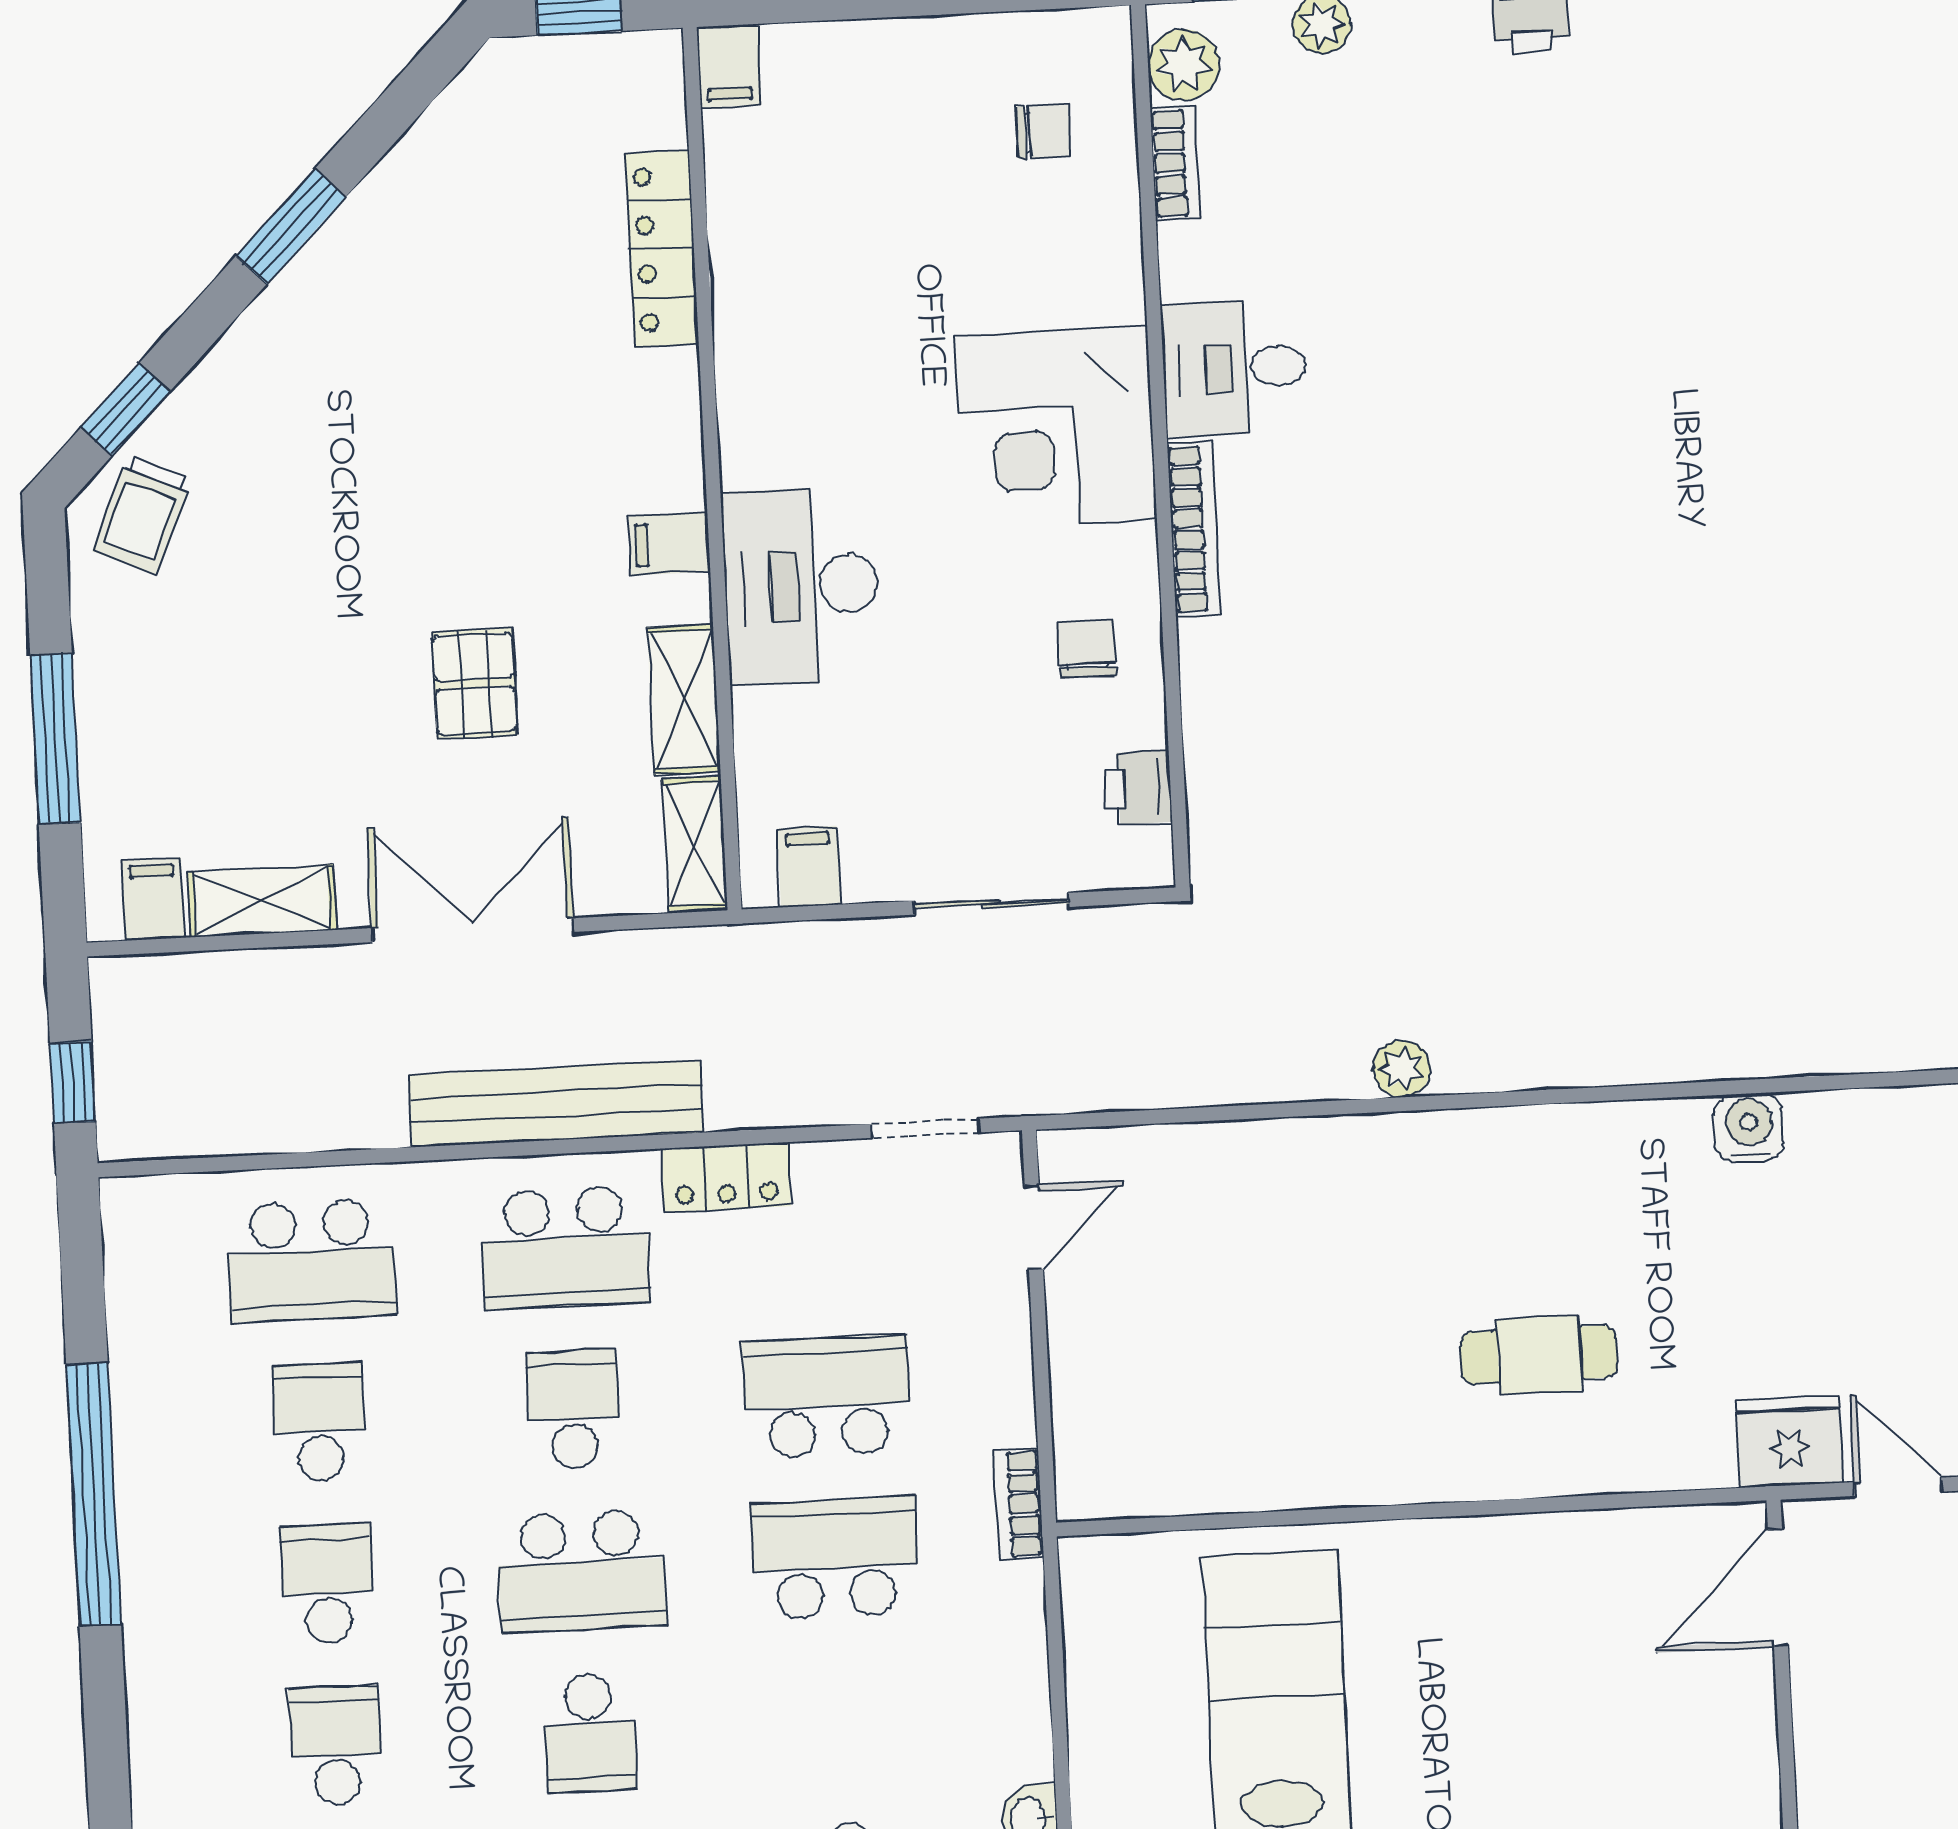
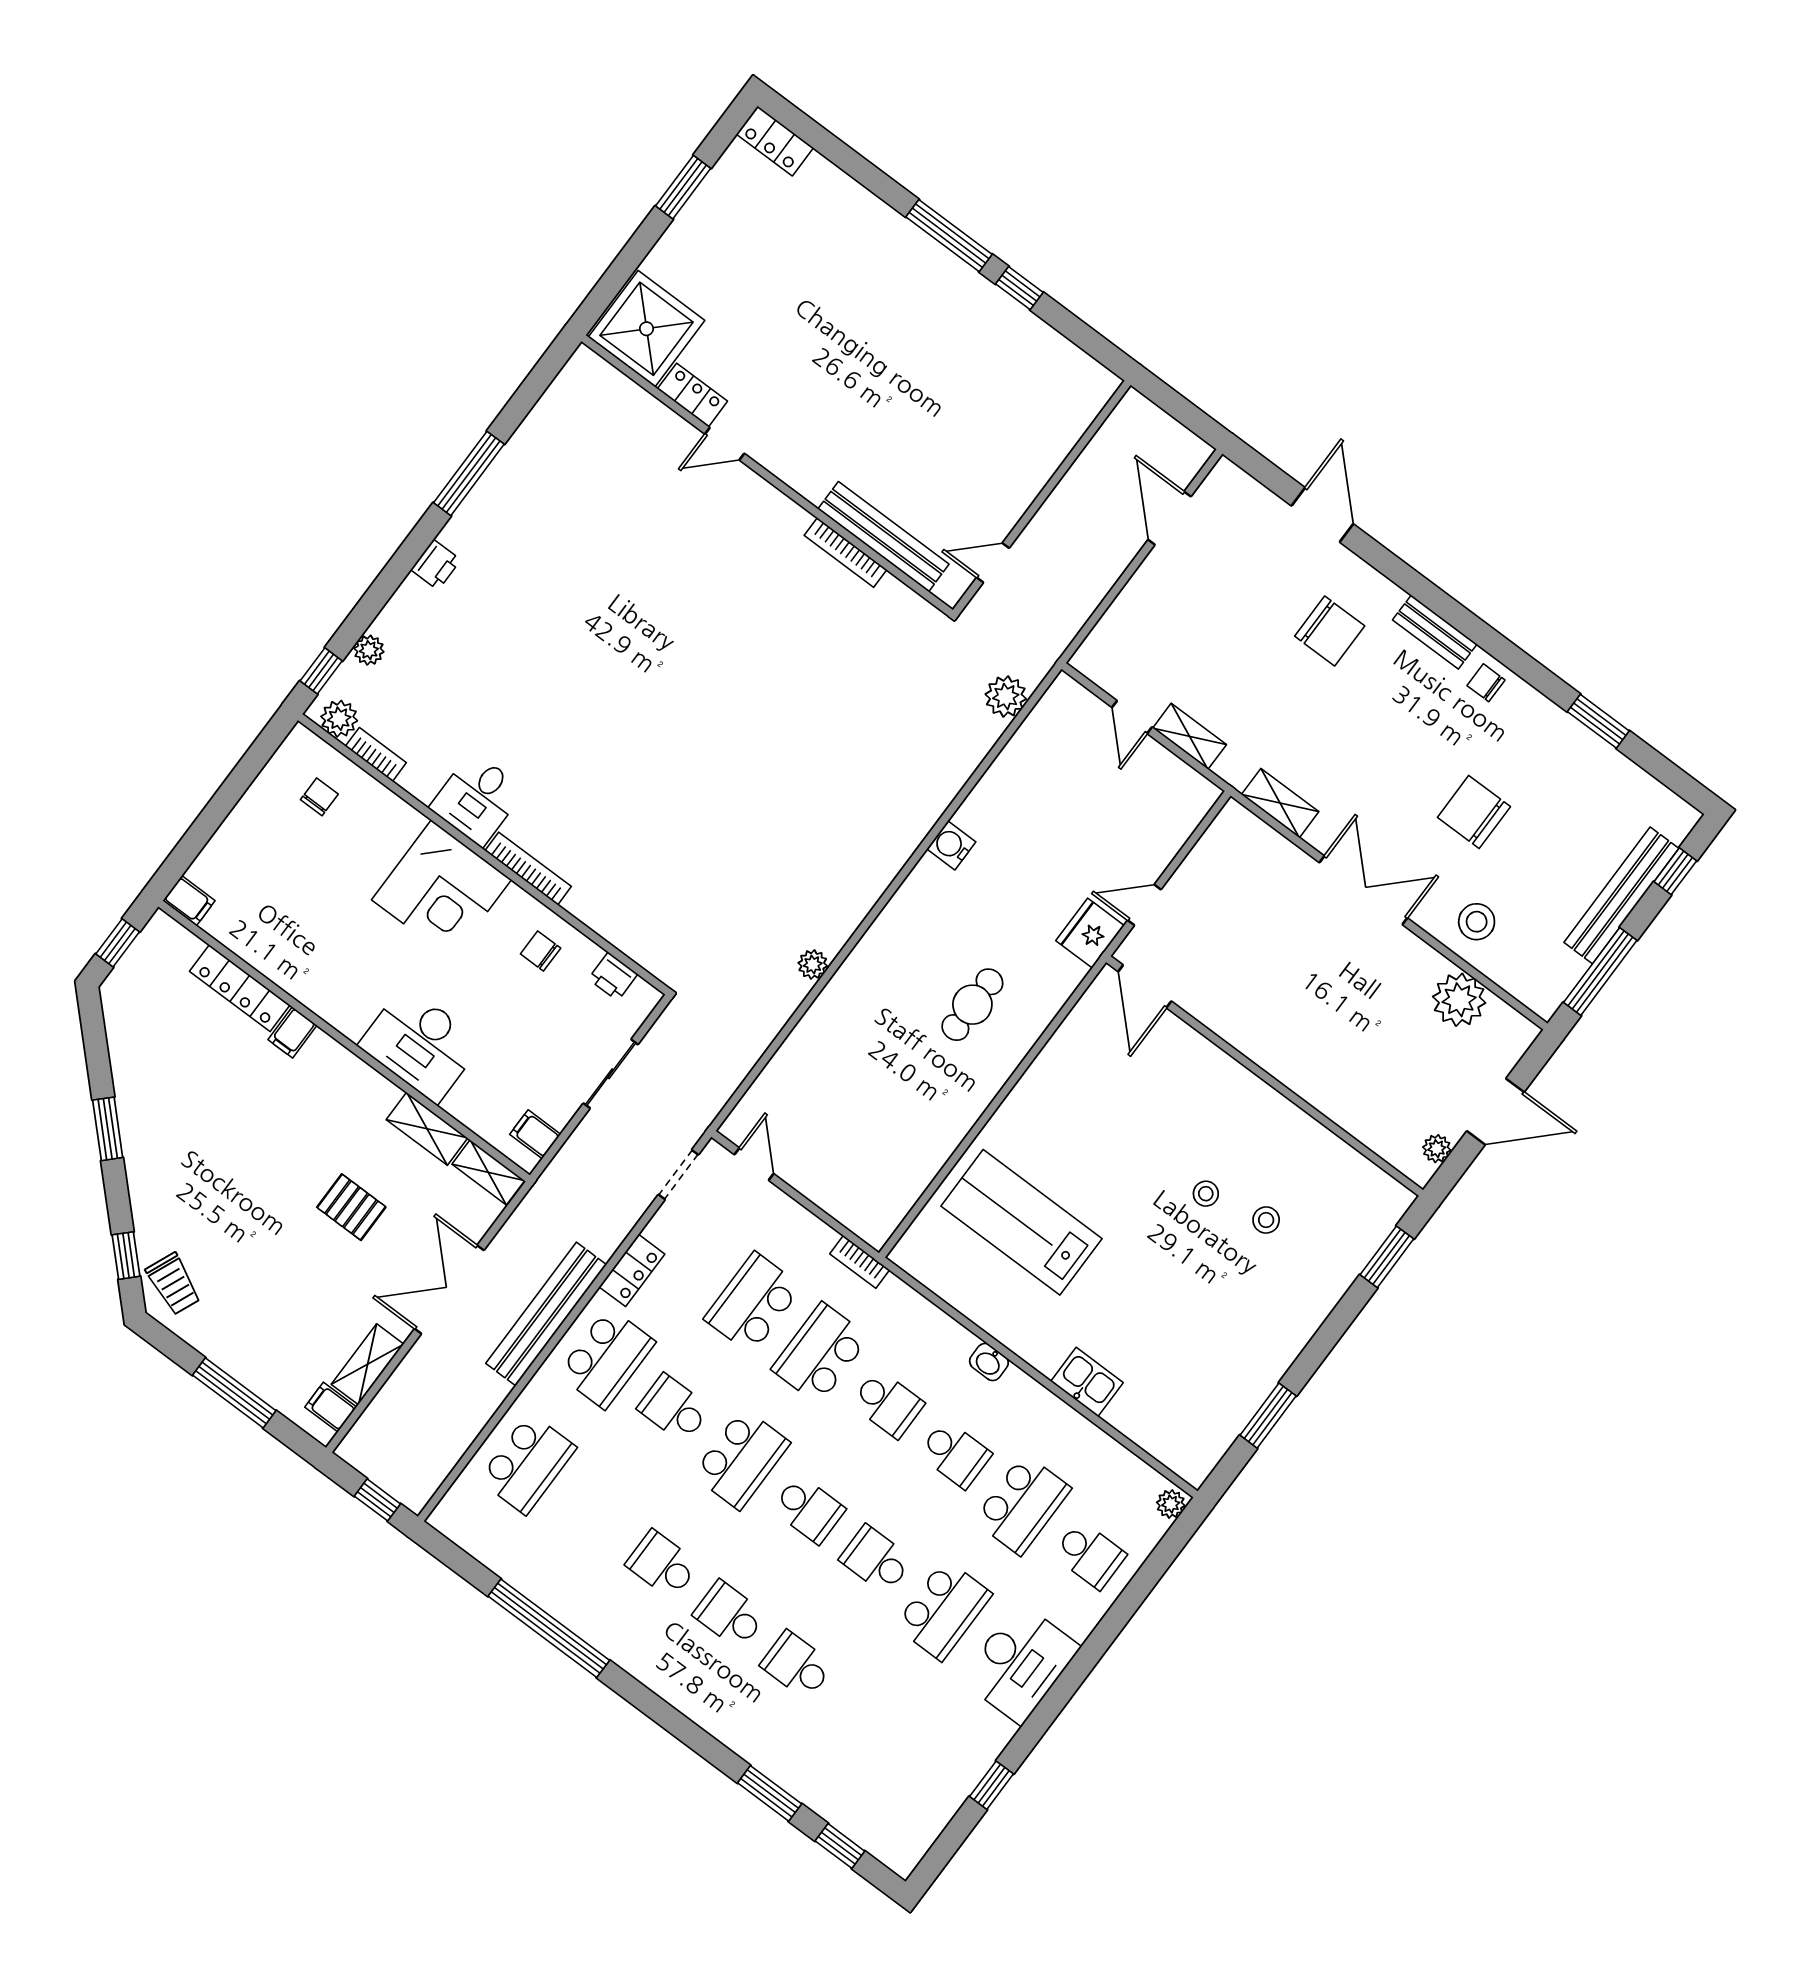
filing cabinet: (669, 544) -> (292, 1032), moved
school desk: (319, 1422) -> (888, 1404), moved, turned 180

